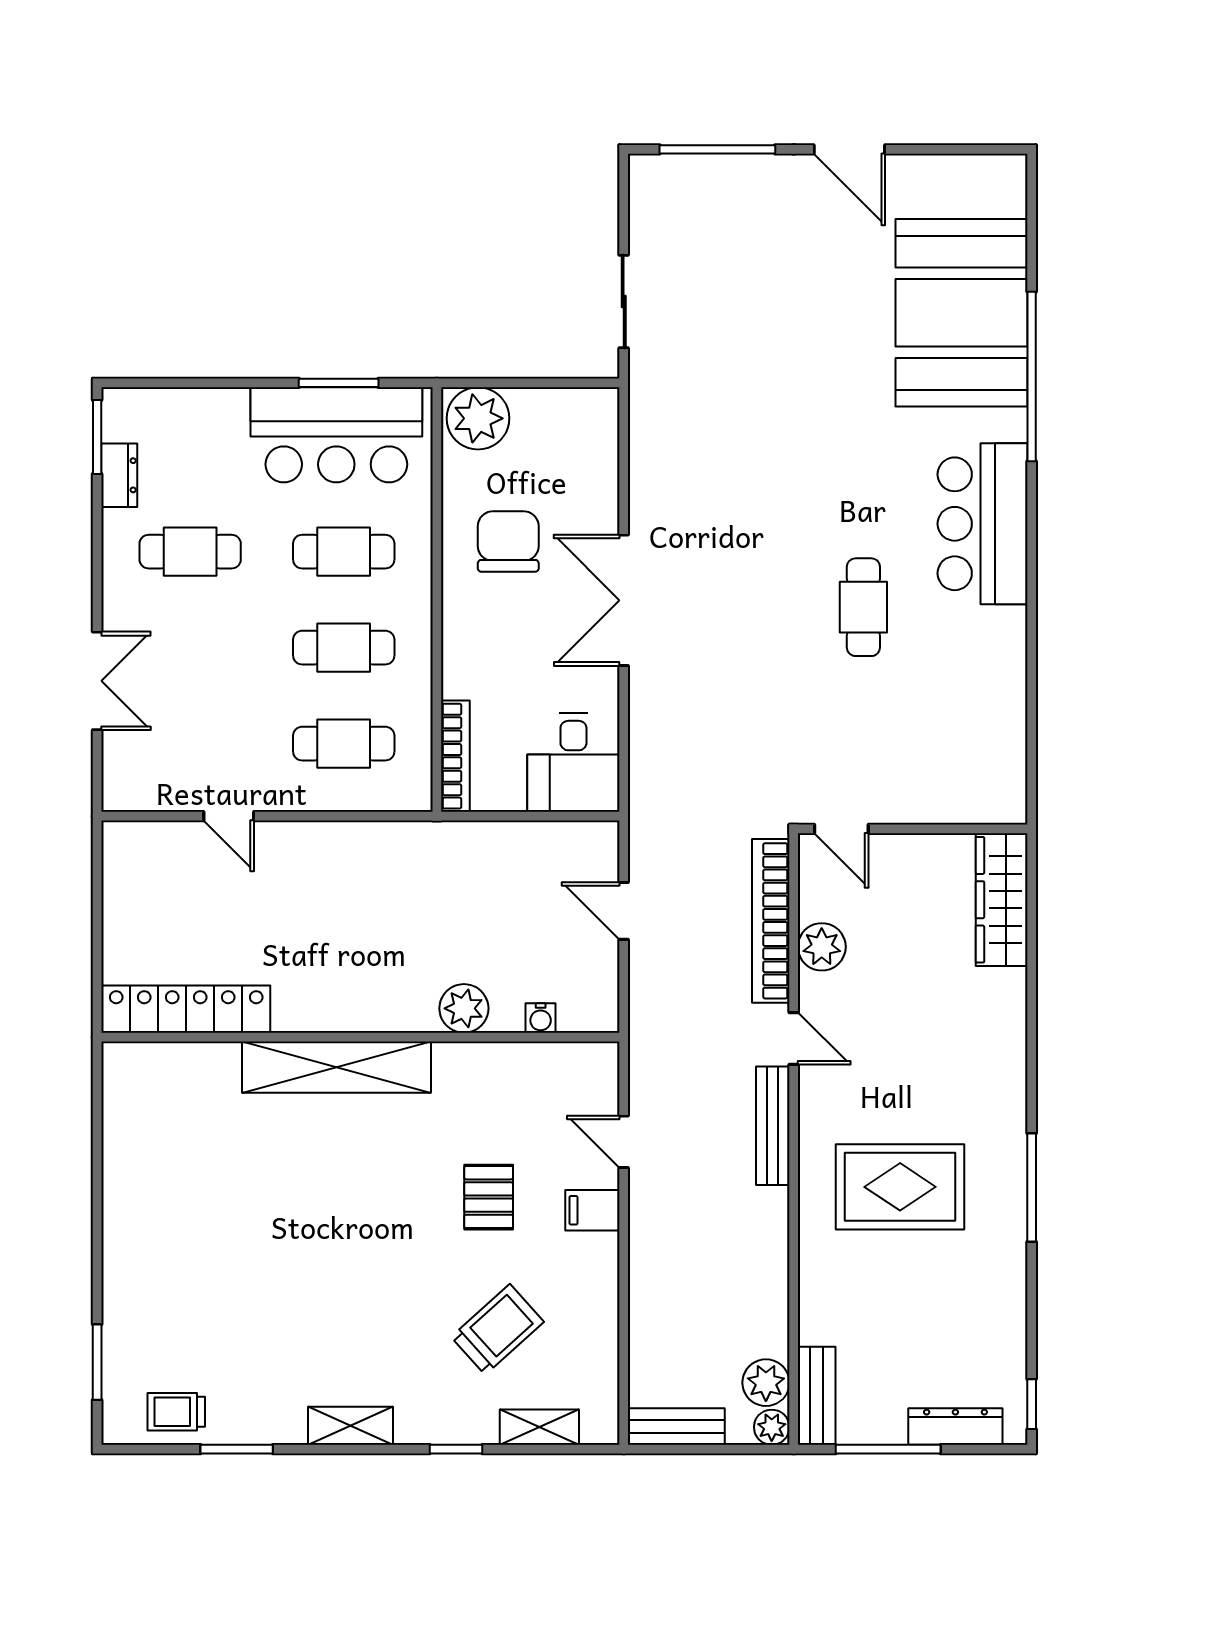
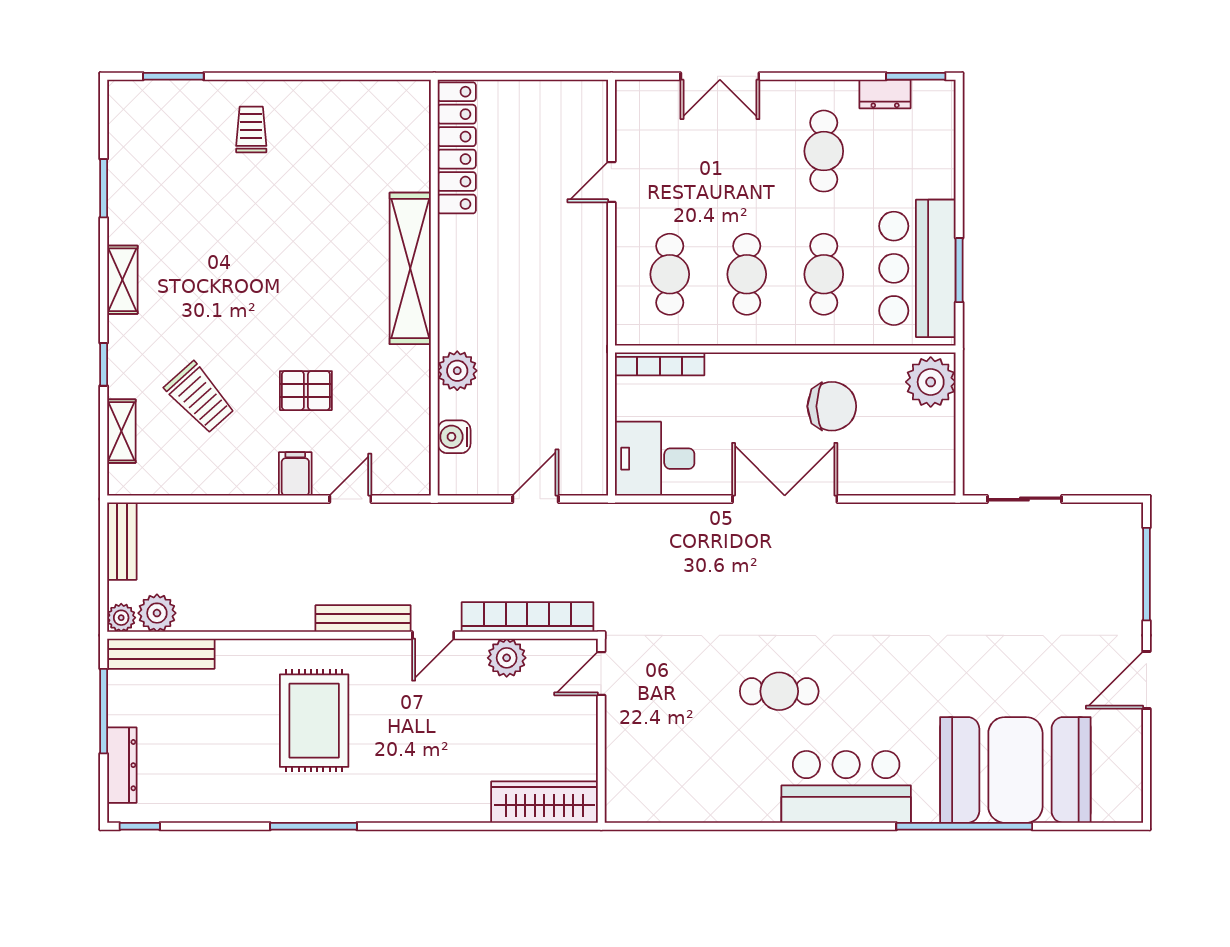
water cooler: (541, 1018) -> (454, 437), width x1.38, depth x1.38
bench: (817, 1396) -> (161, 654), width x1.36
trolley: (176, 1412) -> (251, 129), moved

